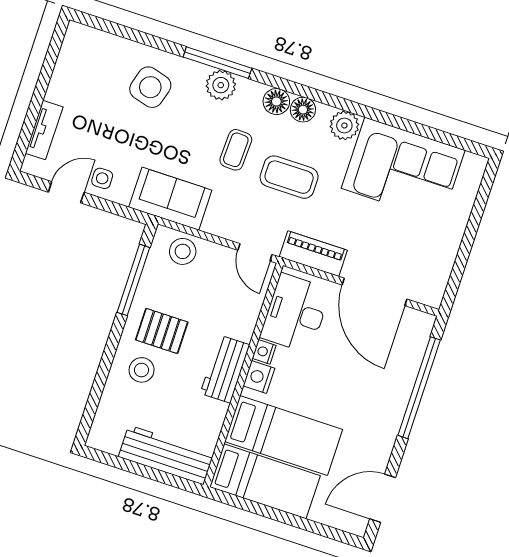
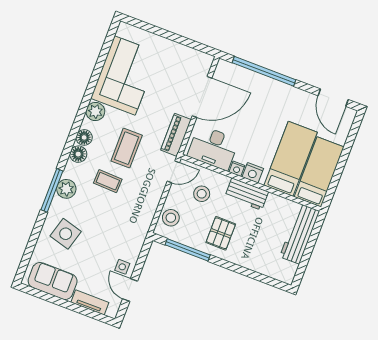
sofa: (170, 199) -> (53, 281), moved, turned 90
stool: (142, 370) -> (202, 194), moved

